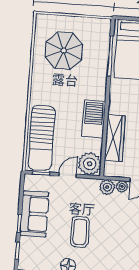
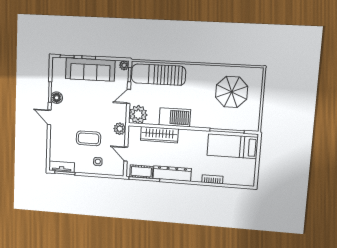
door: (68, 175) -> (129, 96), swing flipped
plant: (122, 186) -> (124, 65), moved
sofa: (34, 214) -> (90, 69), width x1.36
coffee table: (80, 232) -> (88, 138), moved

